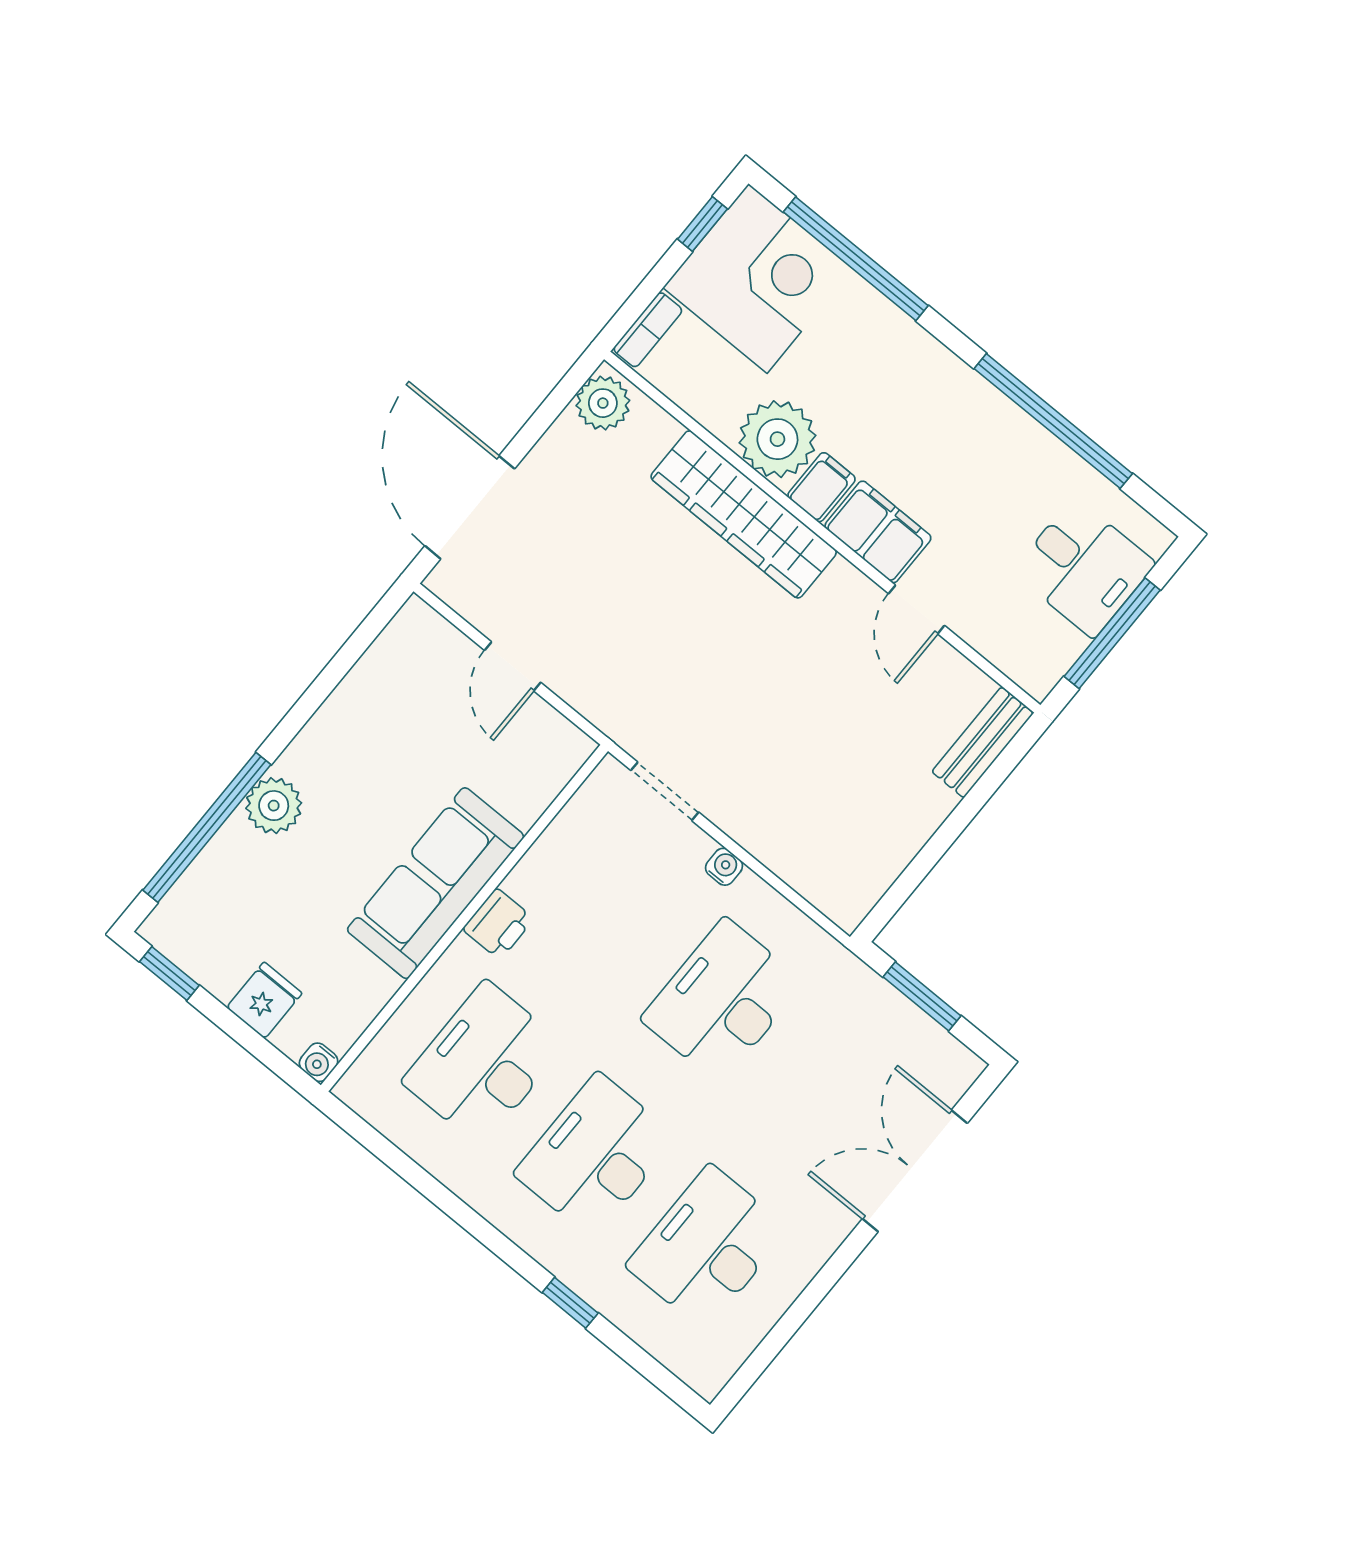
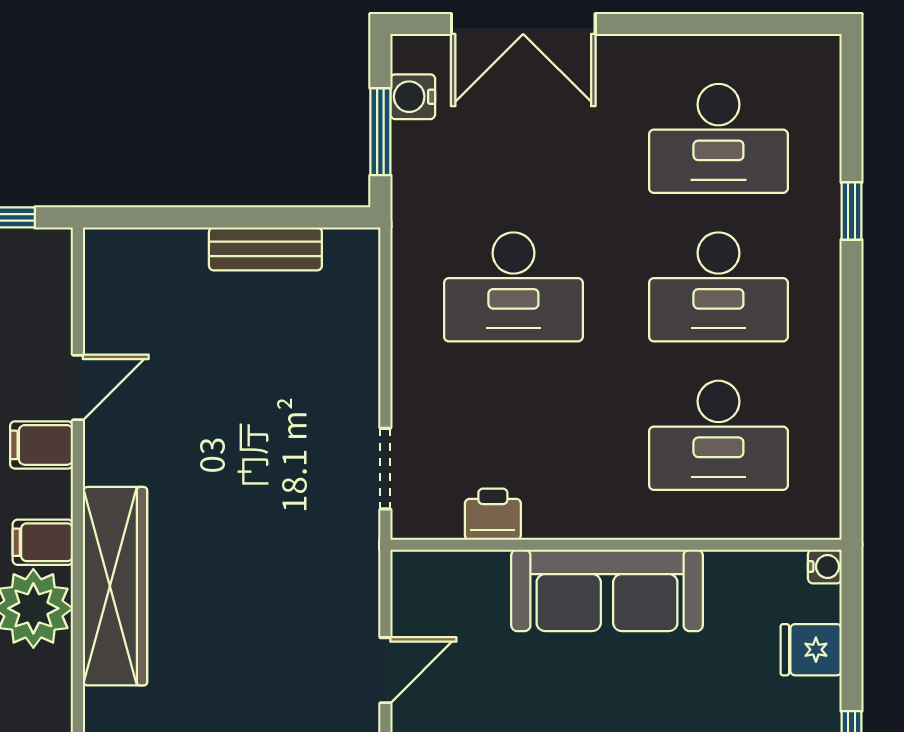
filing cabinet: (878, 532) -> (41, 445), width x0.50
bench: (983, 742) -> (265, 249), moved
water cooler: (724, 867) -> (413, 97), moved, width x1.38, depth x1.38
printer: (498, 924) -> (493, 514), moved

